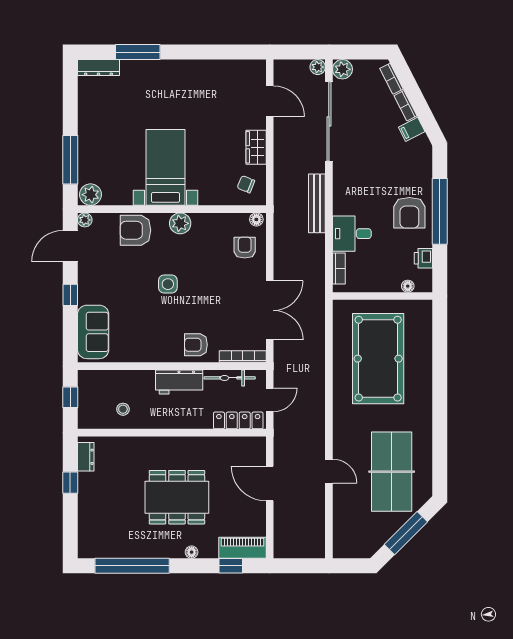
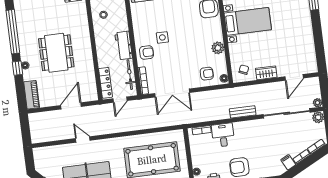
bench: (317, 203) -> (243, 112), width x0.73
plant: (180, 223) -> (218, 48), moved
side table: (168, 284) -> (162, 37), moved
armchair: (196, 345) -> (147, 52), turned 90
door: (270, 400) -> (120, 100), hinge flipped
door: (329, 471) -> (83, 139), swing flipped
window: (231, 566) -> (18, 68), moved

